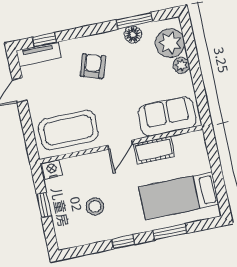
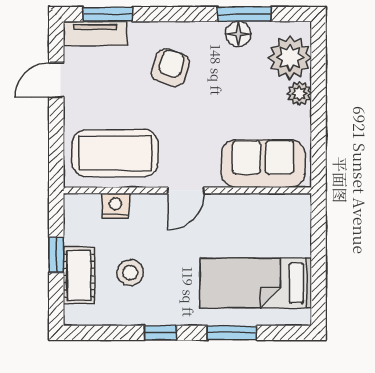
window: (44, 40) -> (108, 14), width x1.50
cot: (154, 150) -> (79, 275), moved, turned 90
nightstand: (52, 170) -> (115, 206), moved

